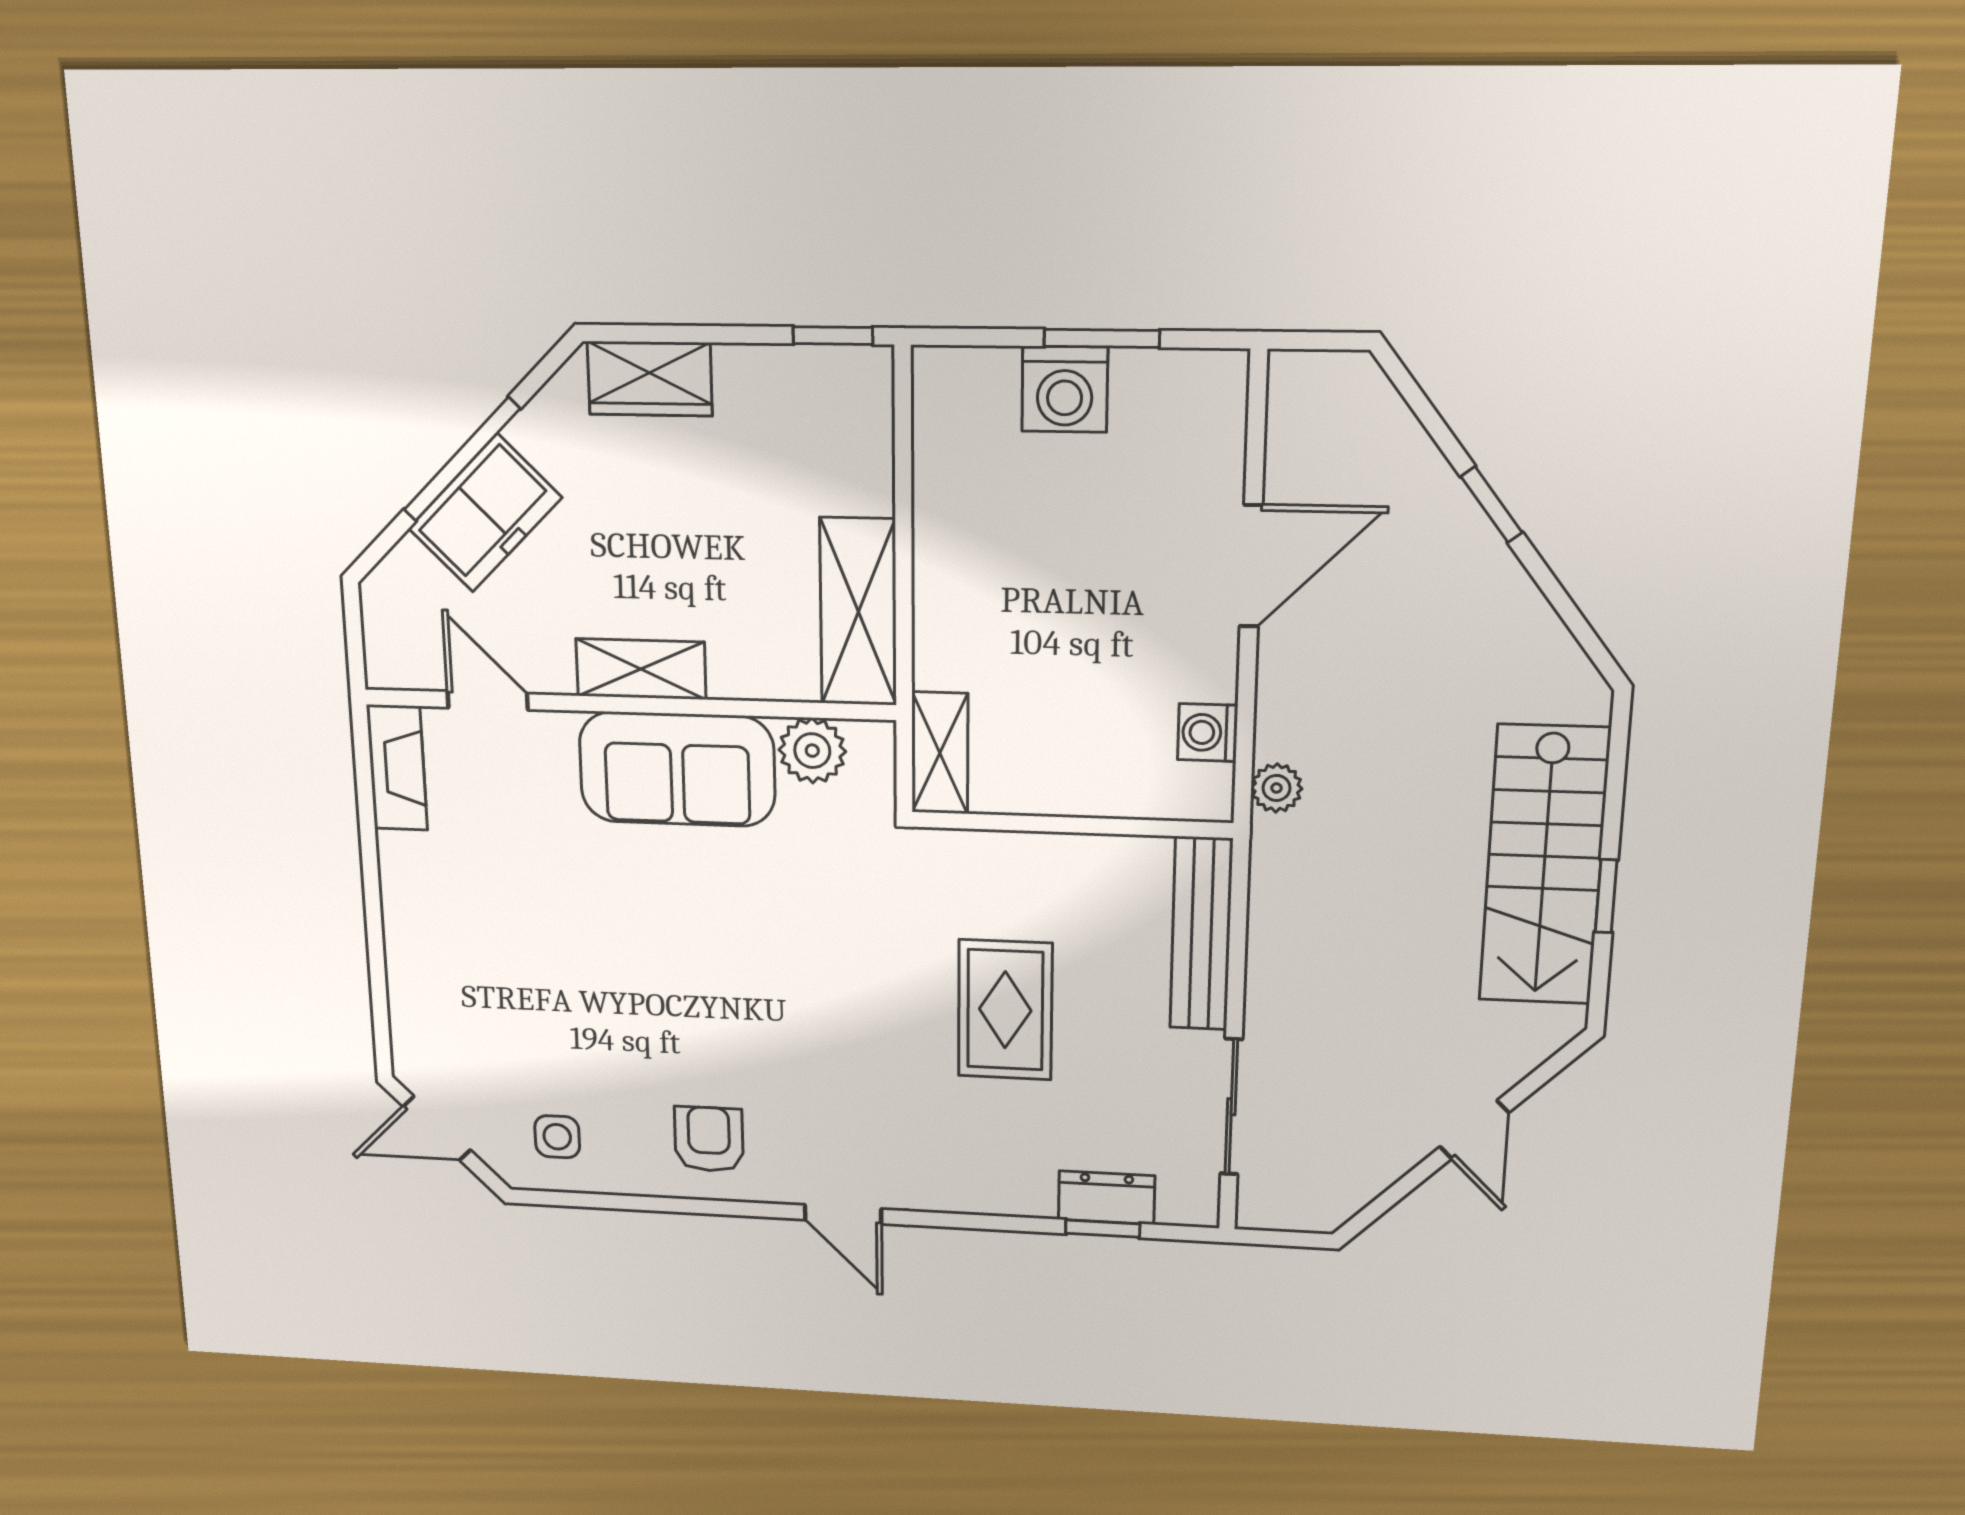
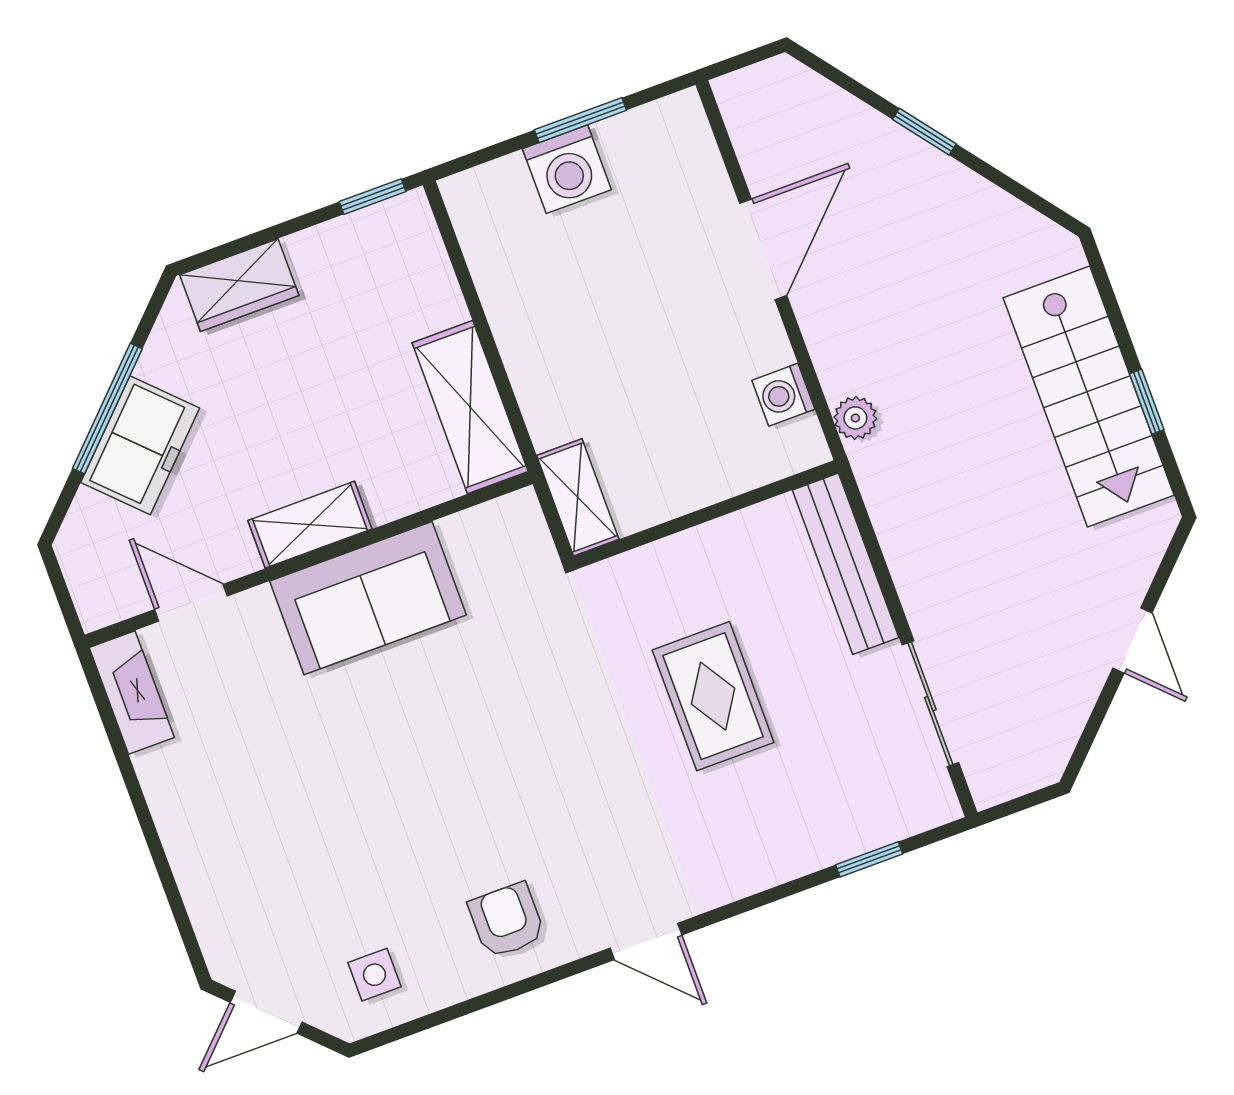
plant: (812, 751) -> (474, 537), removed
dresser: (1107, 1198) -> (861, 829), removed

